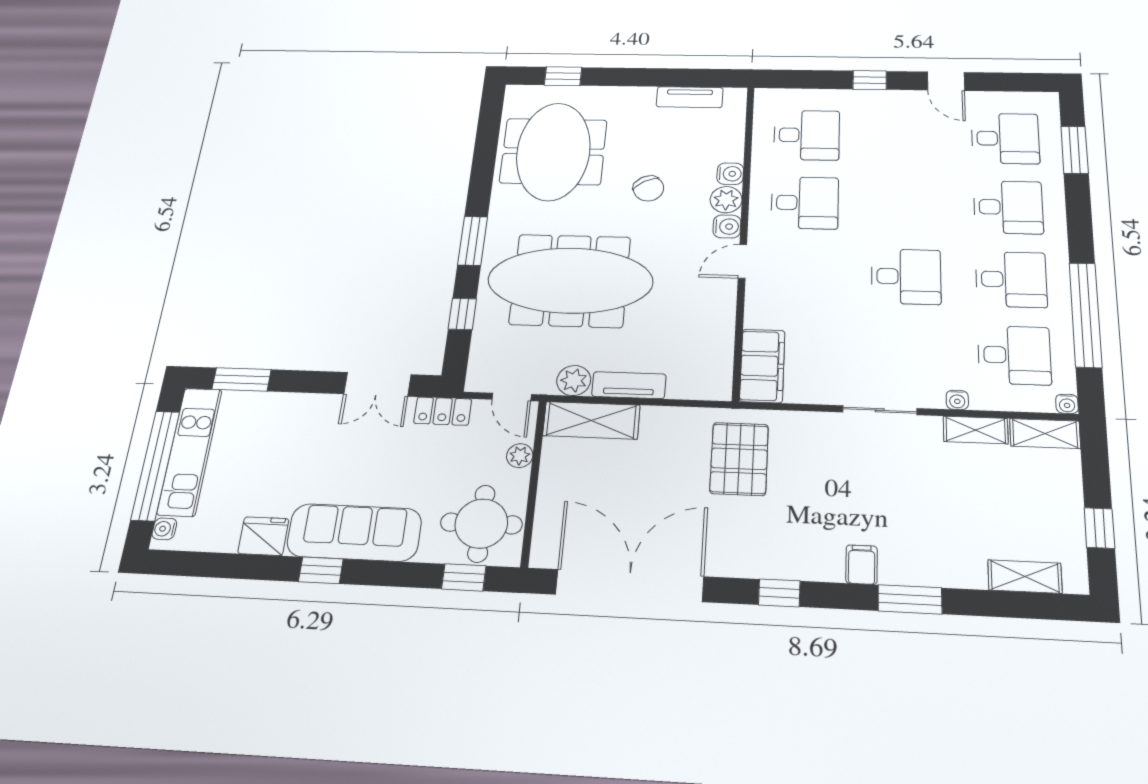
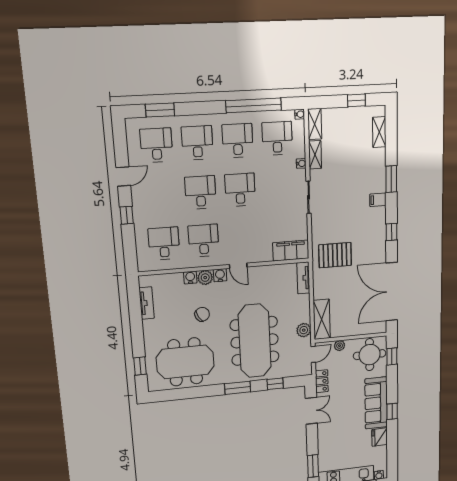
desk: (906, 205) -> (200, 192), added
tv unit: (629, 385) -> (303, 278), moved

